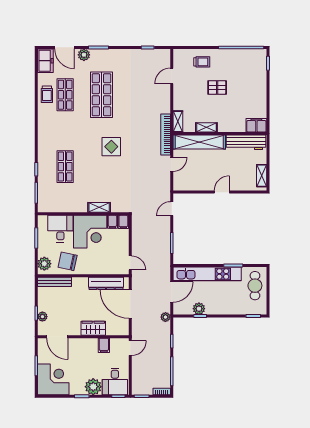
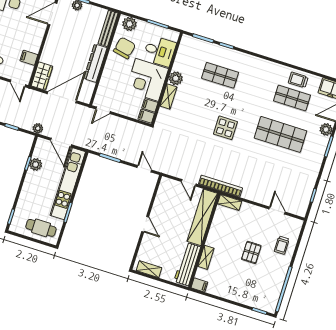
filing cabinet: (256, 125) -> (199, 285), width x0.50
shelving: (206, 127) -> (206, 257), moved
plant: (80, 206) -> (176, 78), added
dresser: (106, 283) -> (95, 63), moved
wardrobe: (93, 328) -> (42, 76), moved

